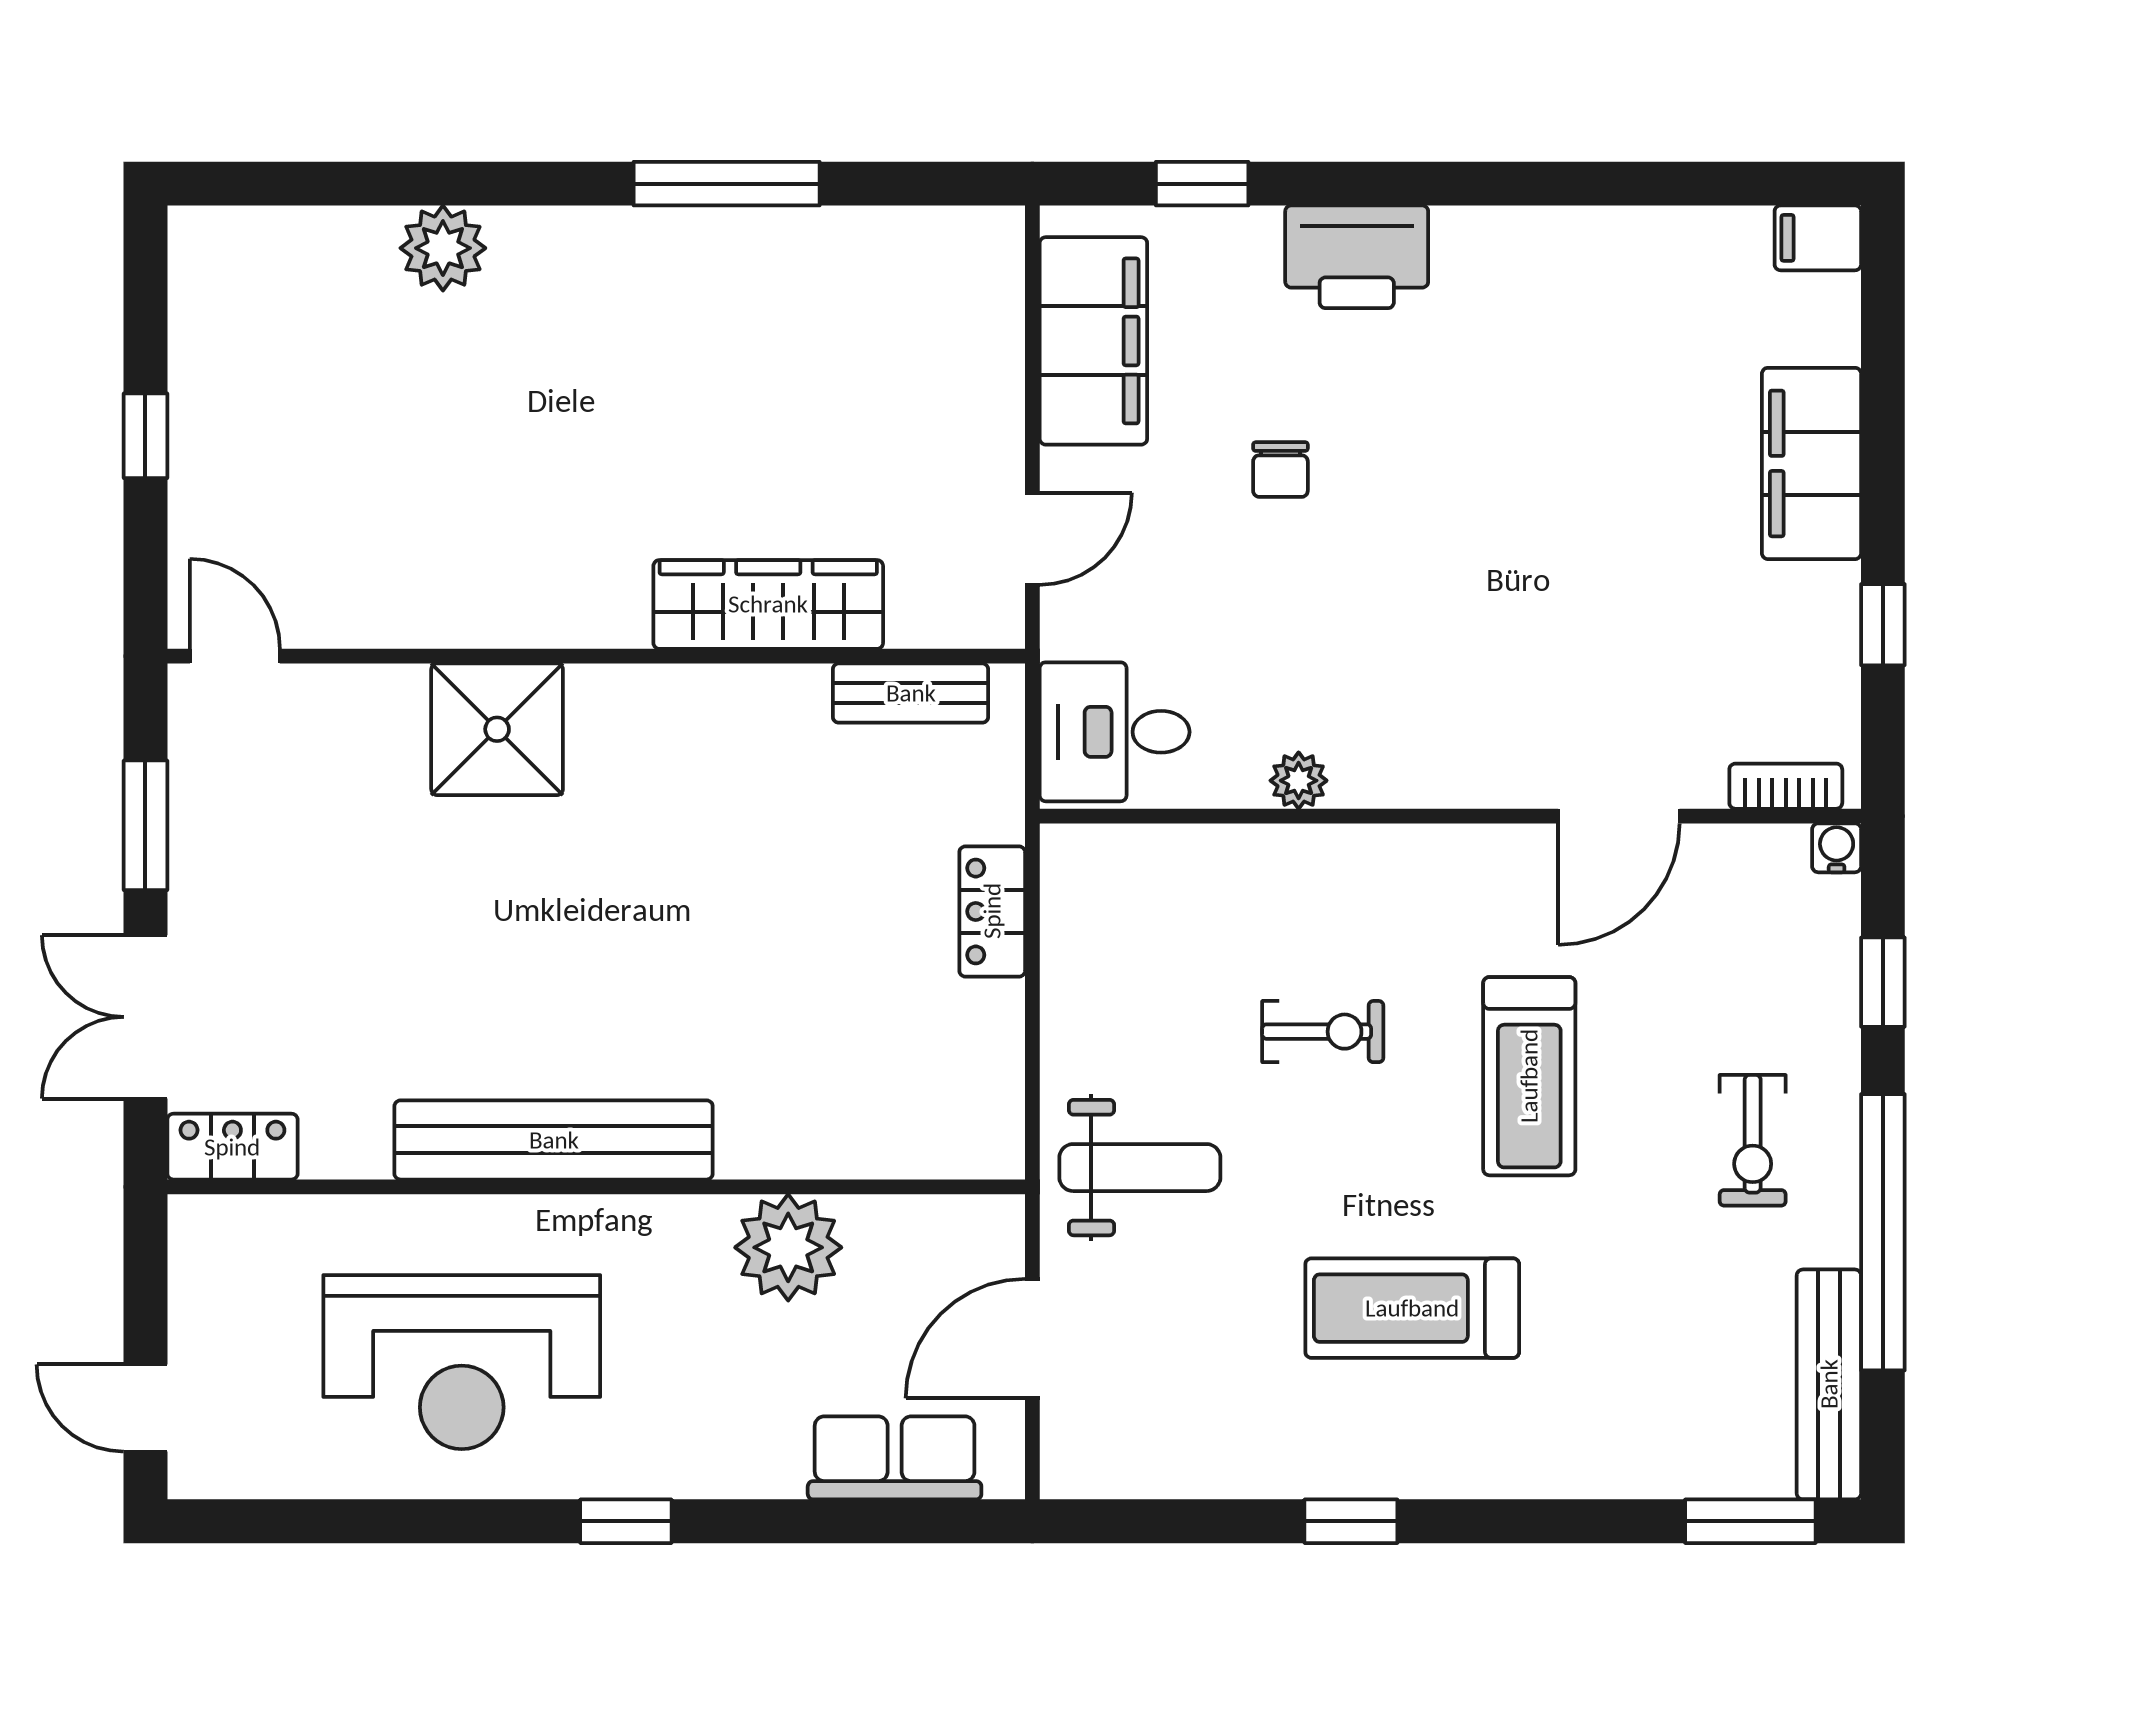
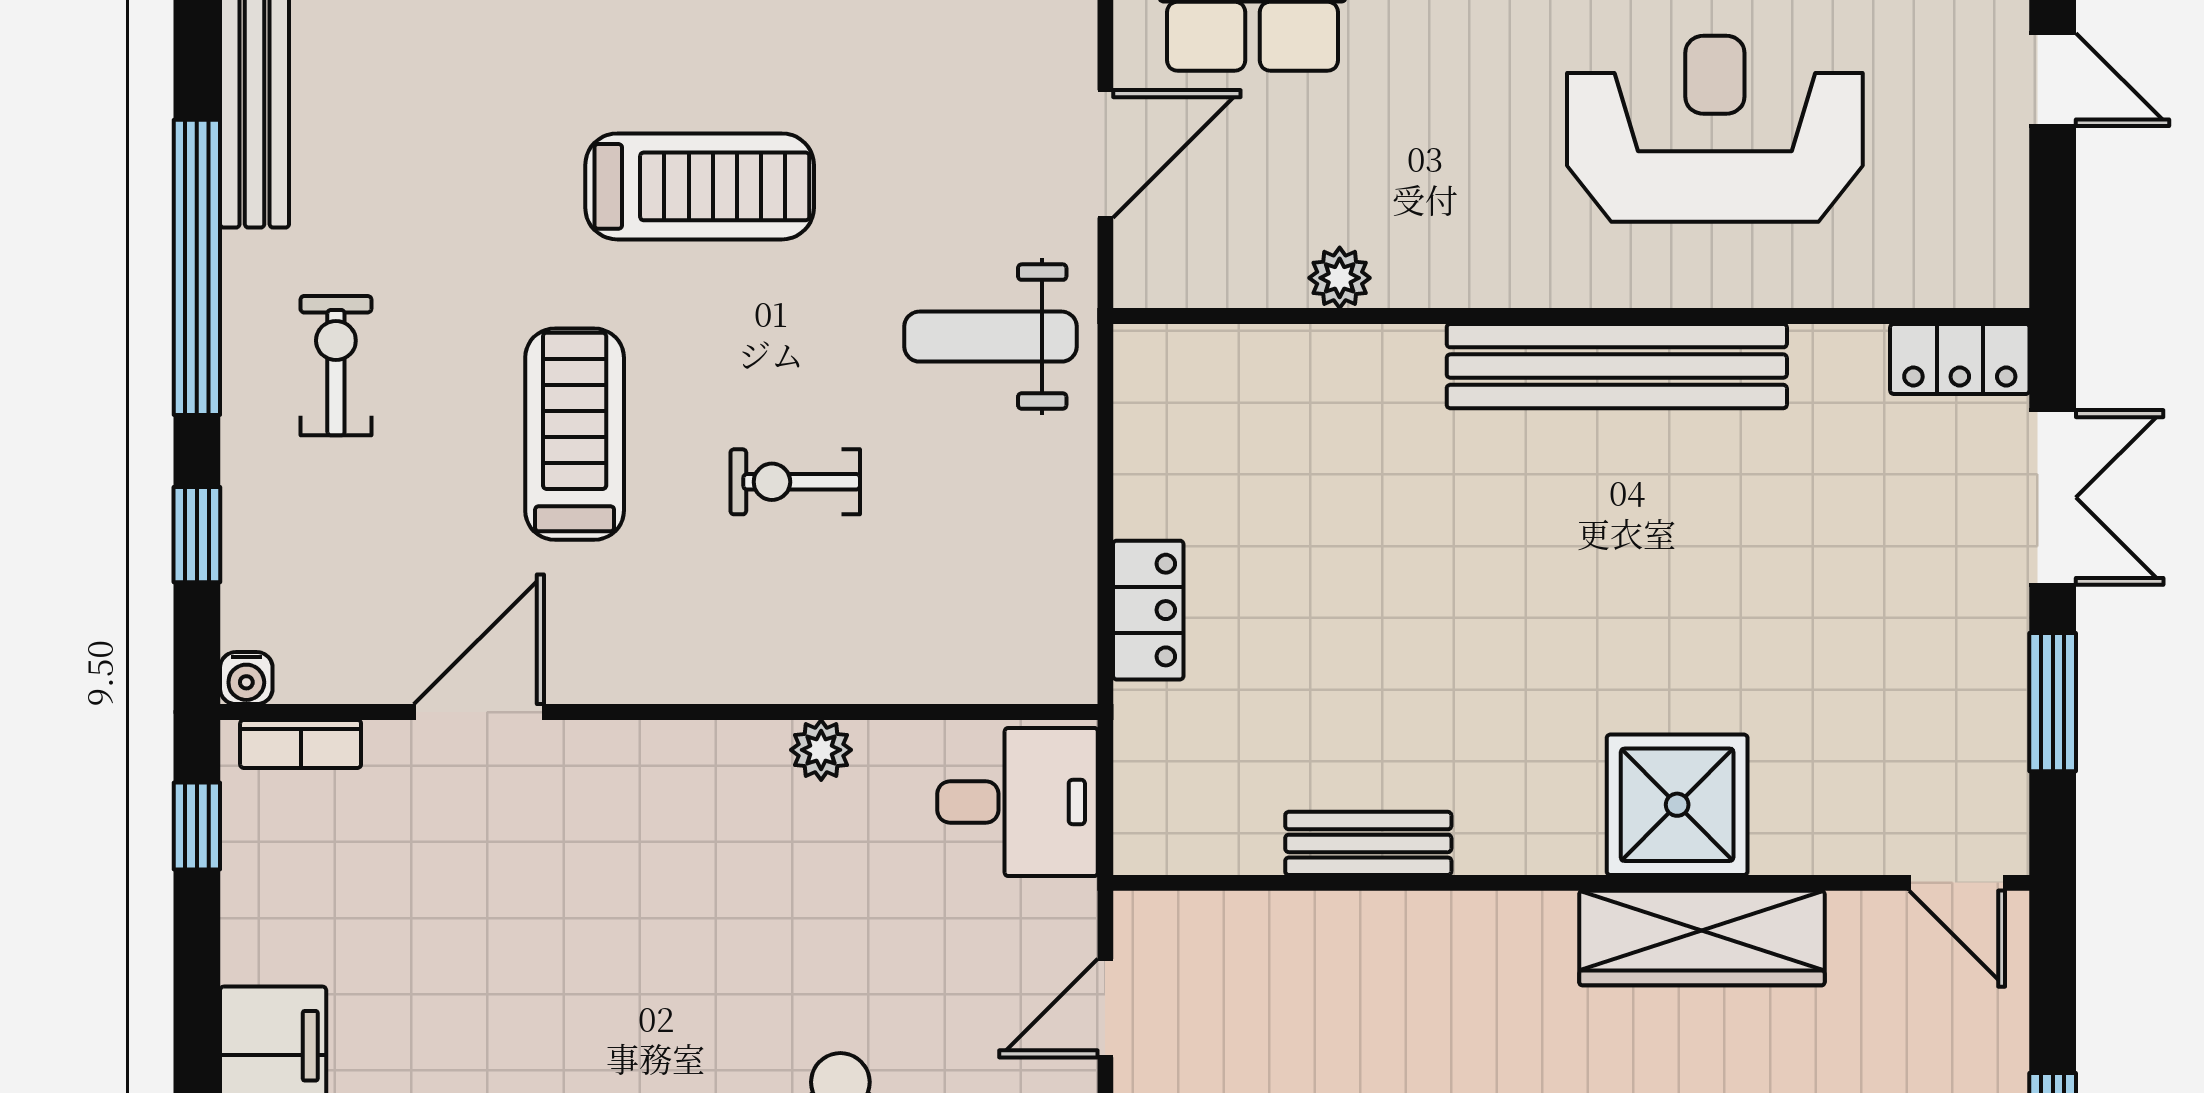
wardrobe: (768, 604) -> (1702, 938), moved
window: (1883, 625) -> (197, 826), moved
bench: (911, 693) -> (1368, 843), moved
plant: (788, 1247) -> (1340, 278), width x0.53, depth x0.53

